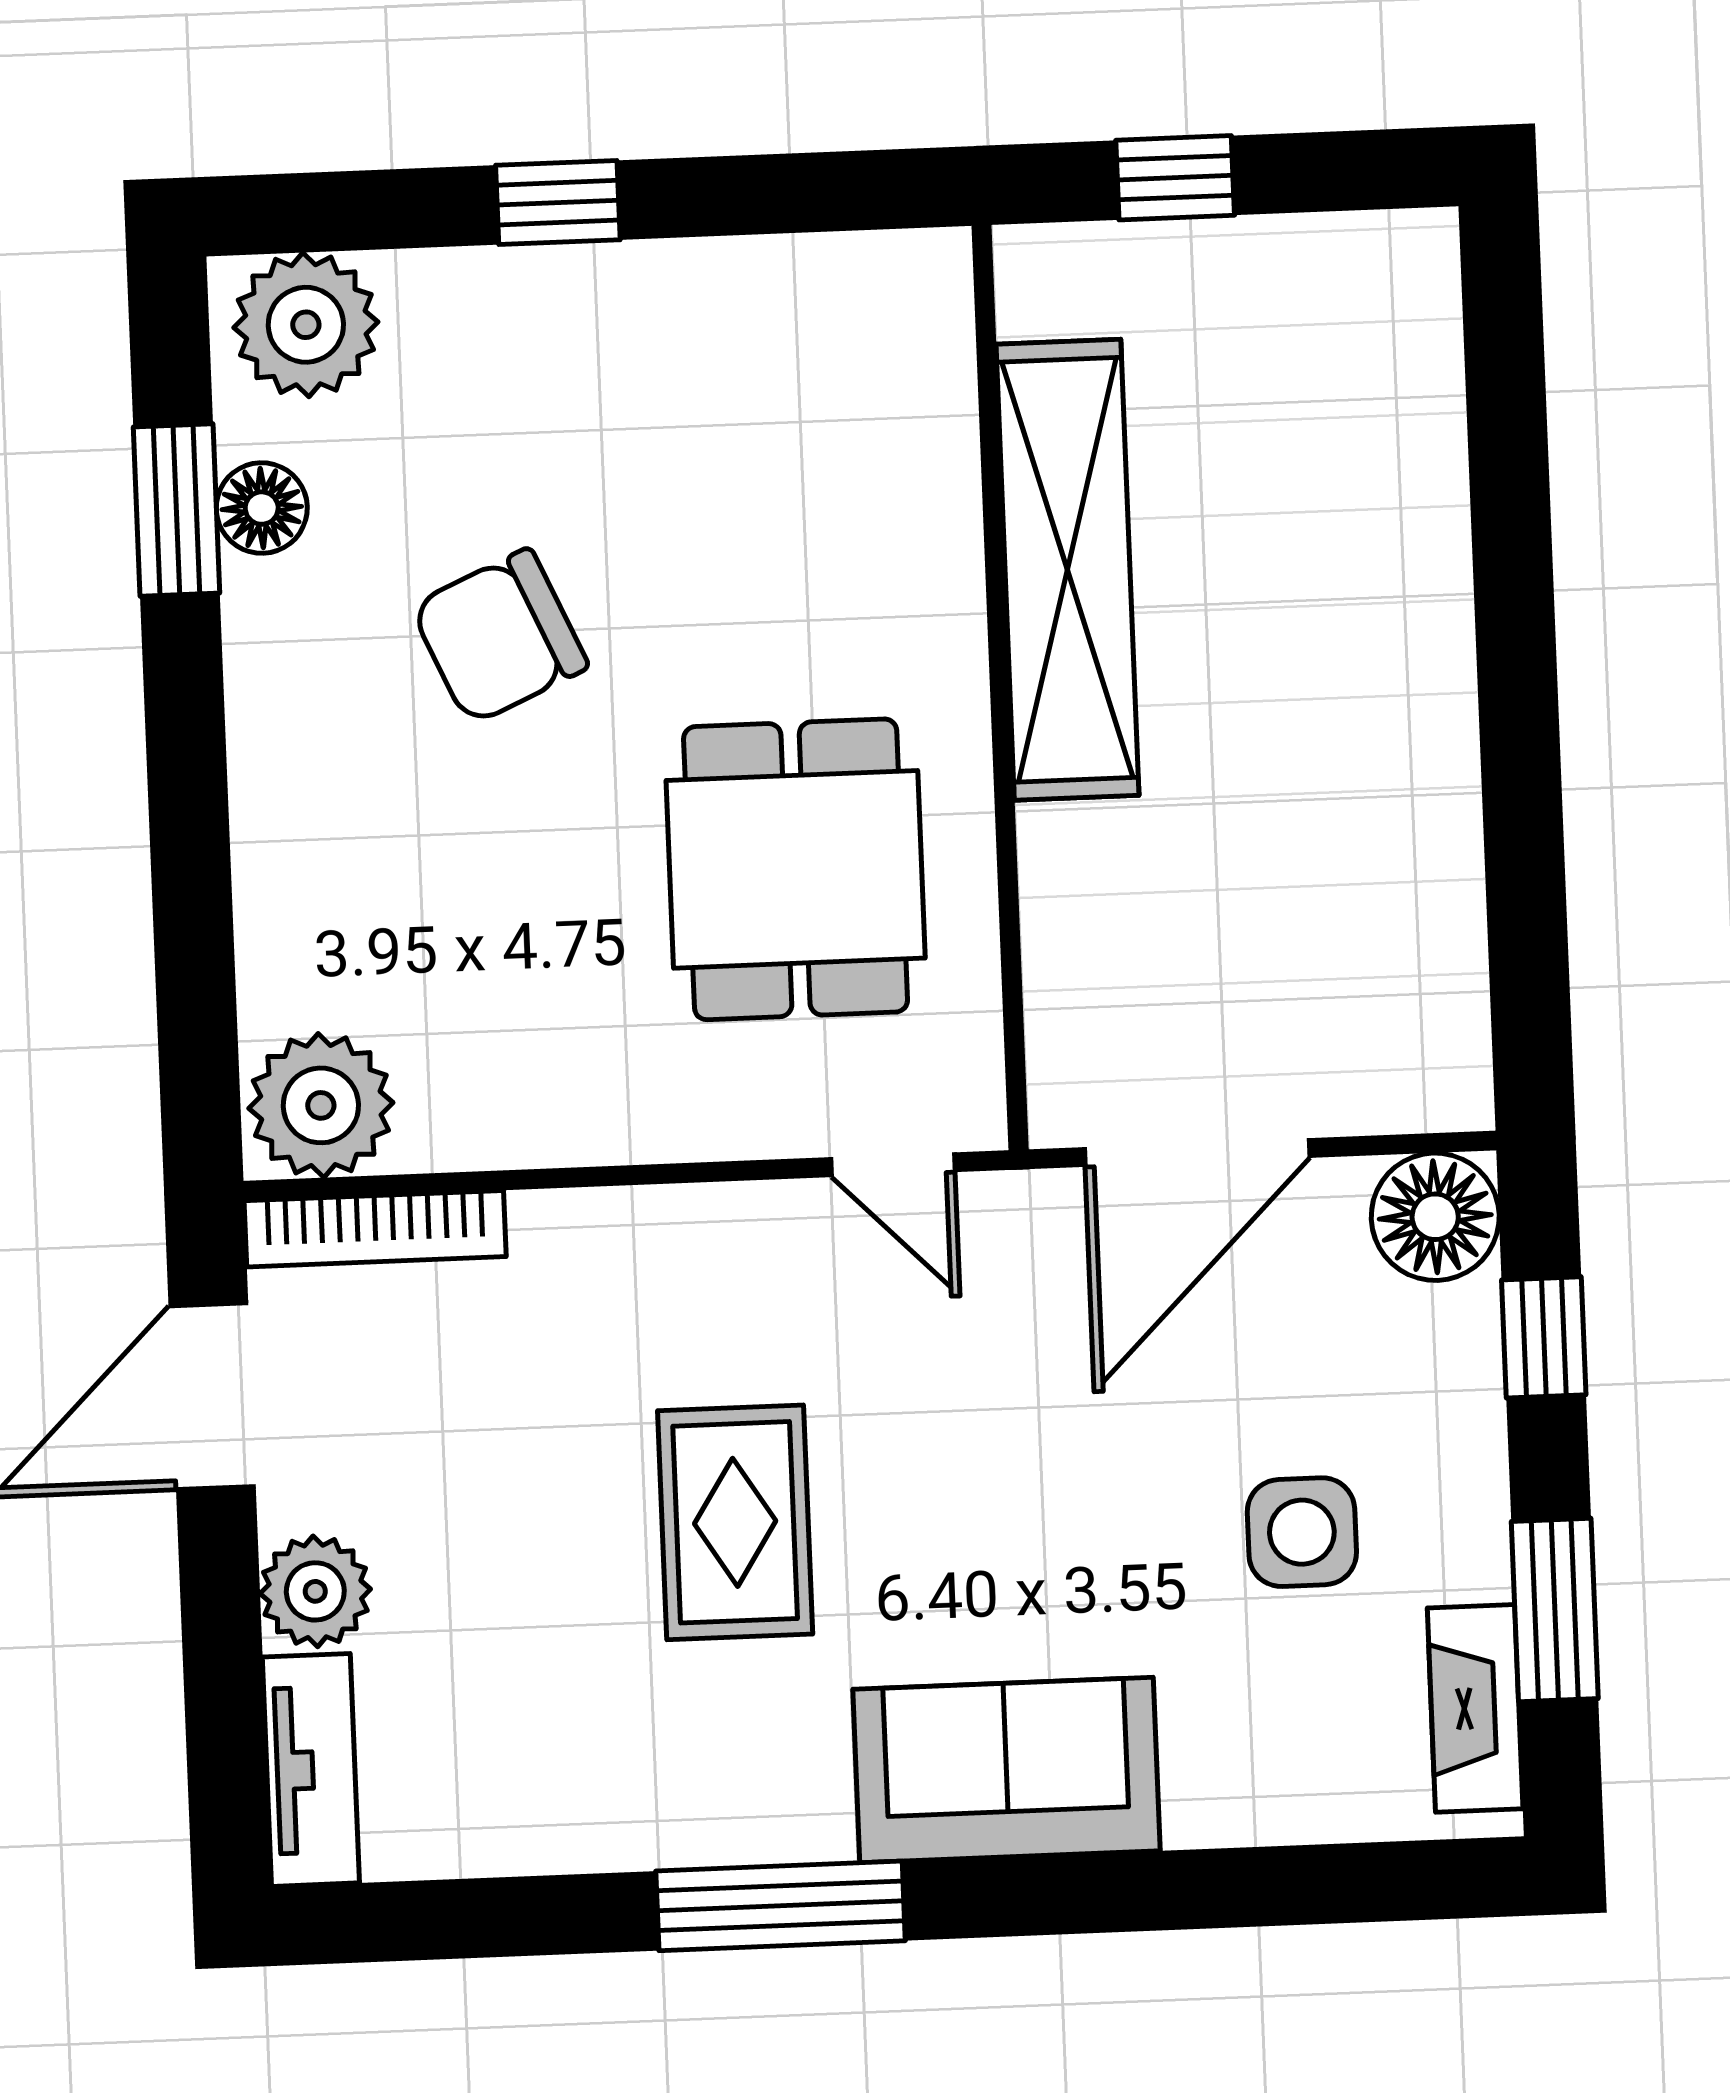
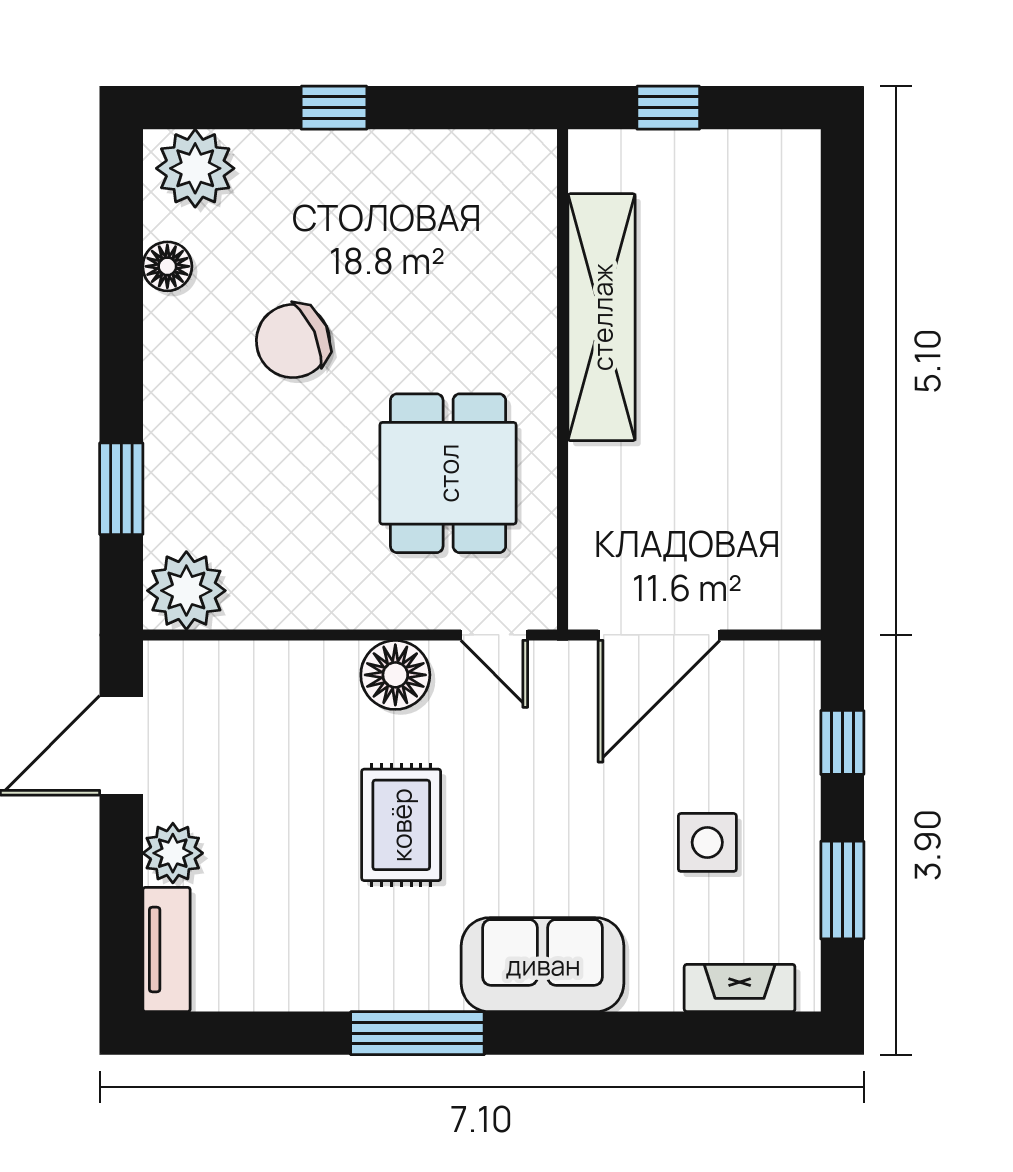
window: (177, 510) -> (121, 489), moved
floor lamp: (1435, 1217) -> (395, 675), moved
bookcase: (375, 1229) -> (213, 658), removed
fireplace: (1475, 1708) -> (740, 988), moved, turned 90

